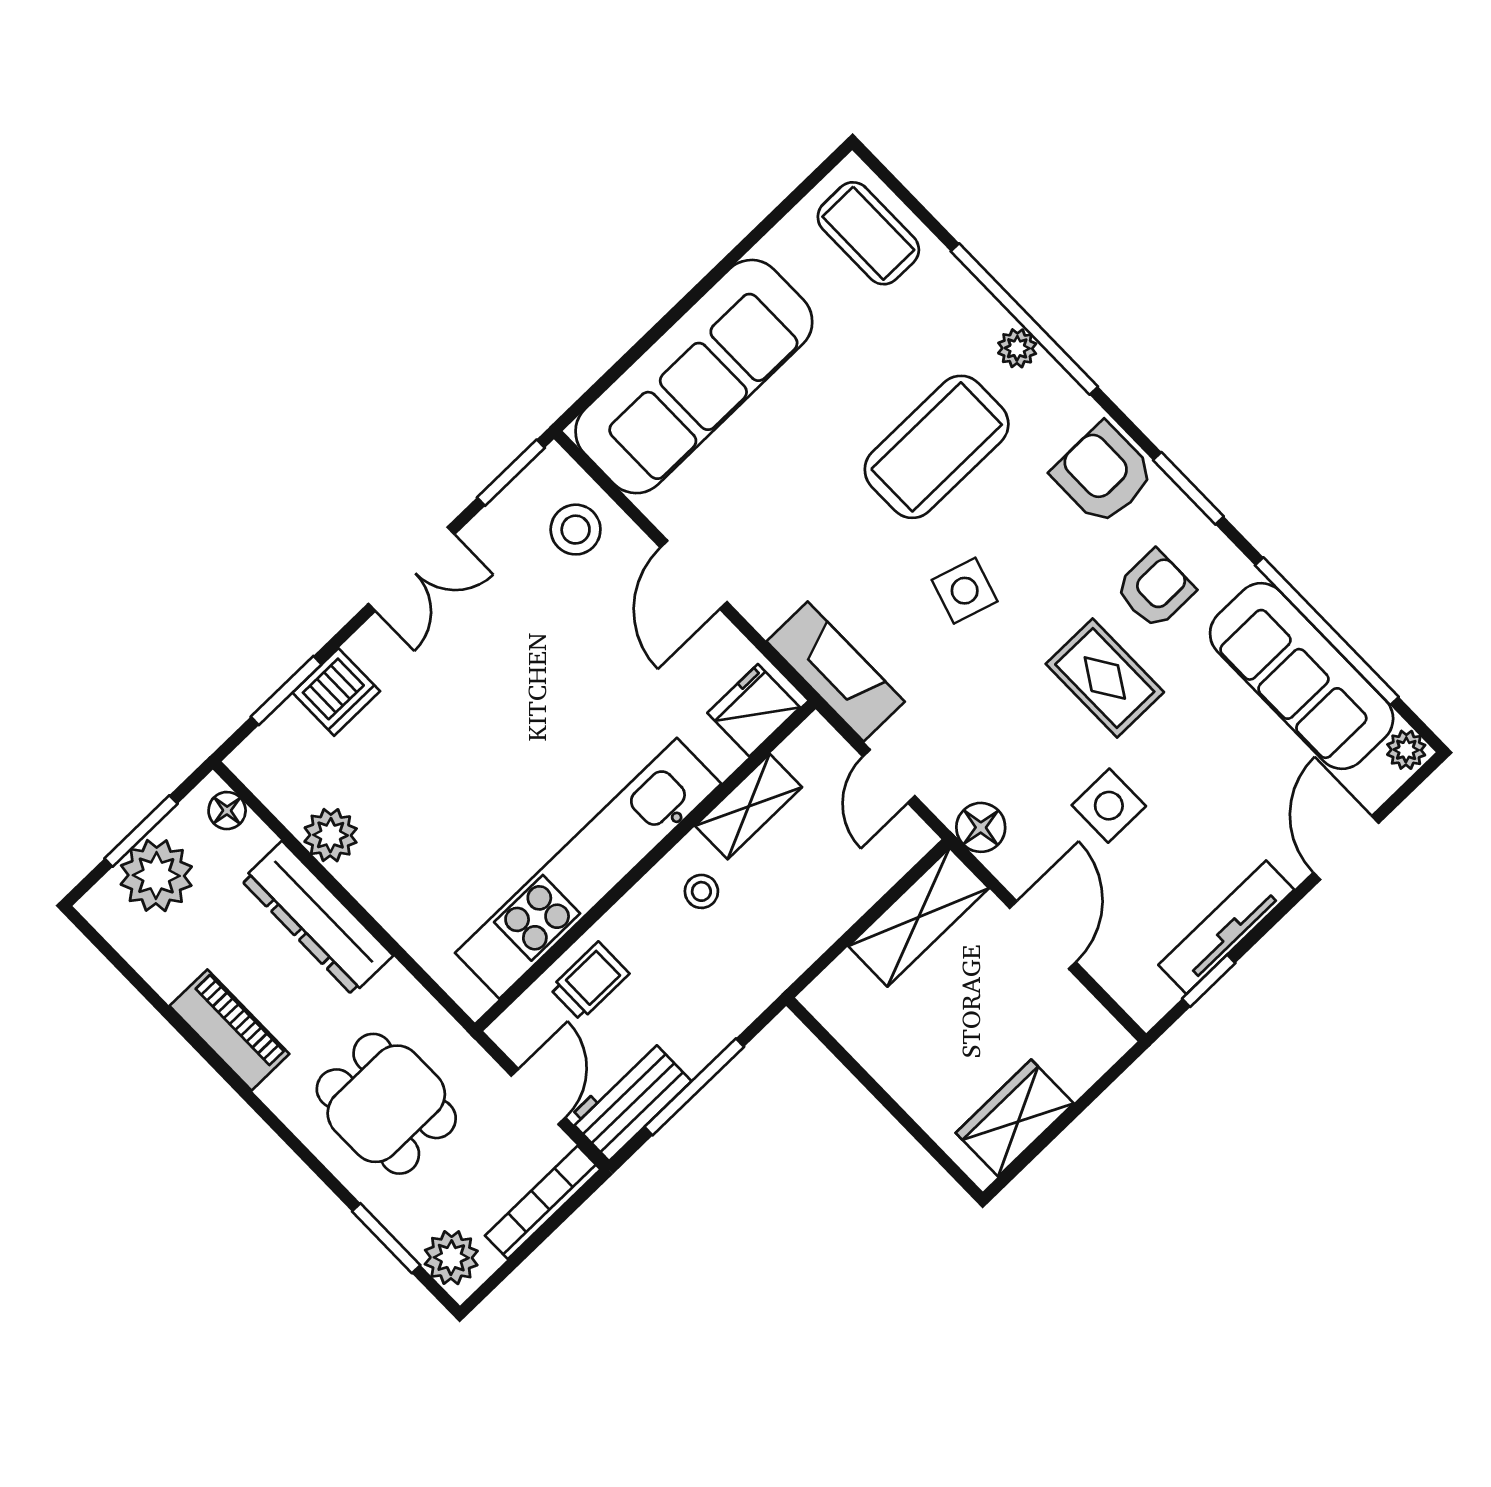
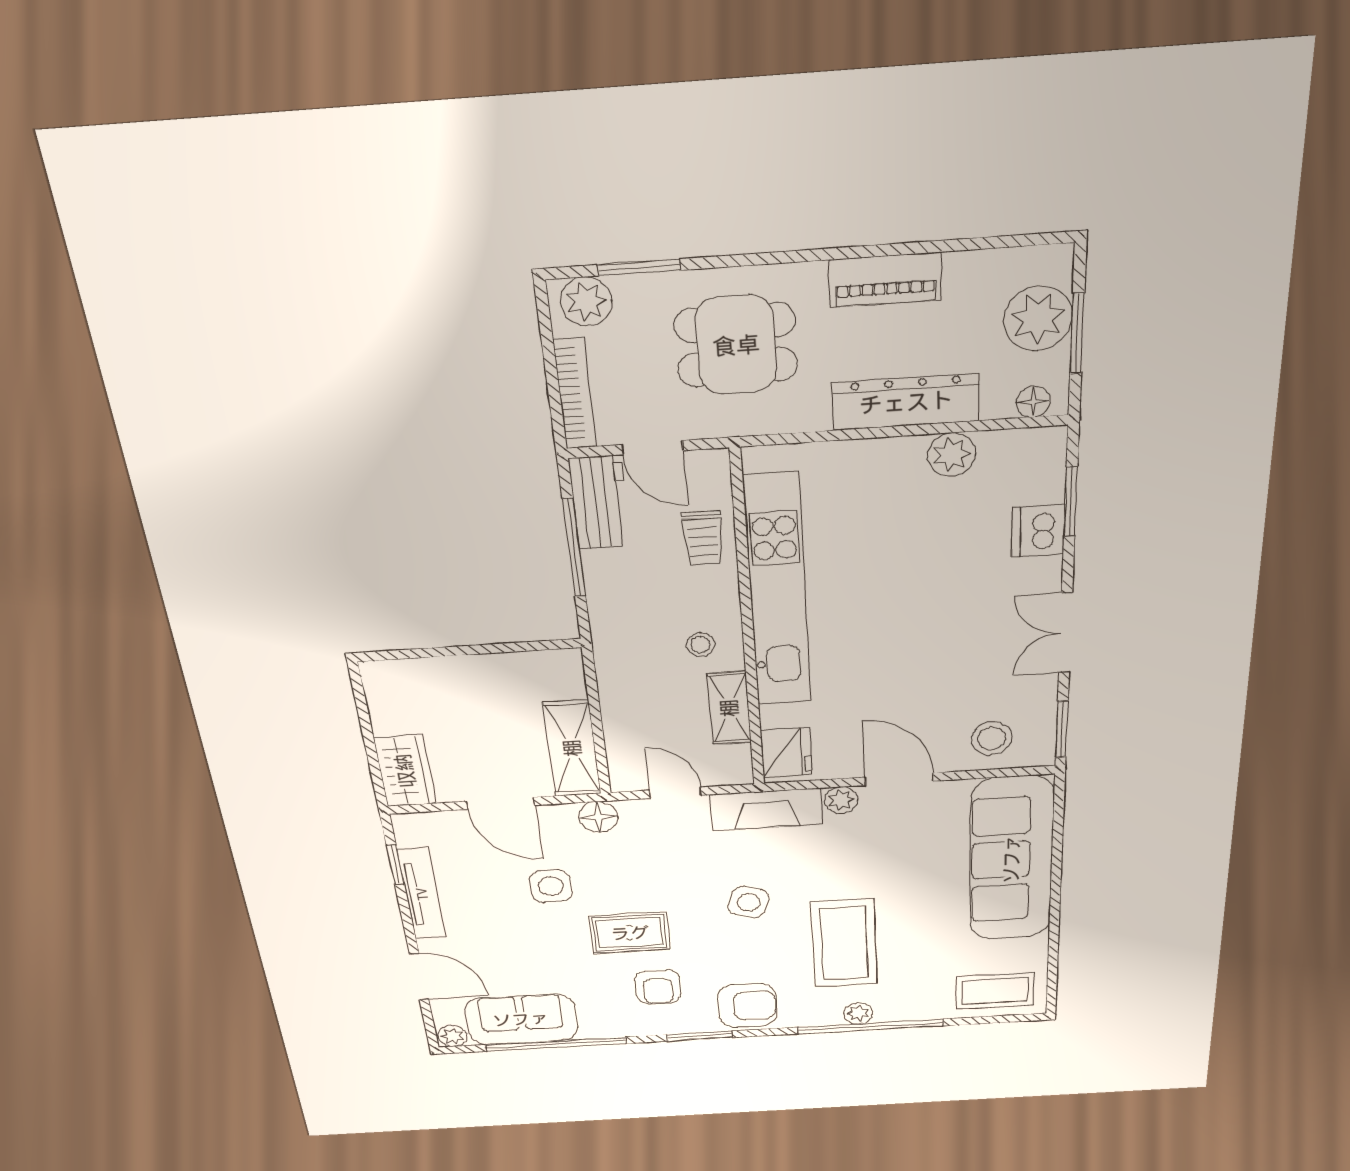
plant: (764, 609) -> (841, 800), added
sofa: (1302, 676) -> (521, 1019), width x0.73
wardrobe: (1015, 1118) -> (405, 771), moved

